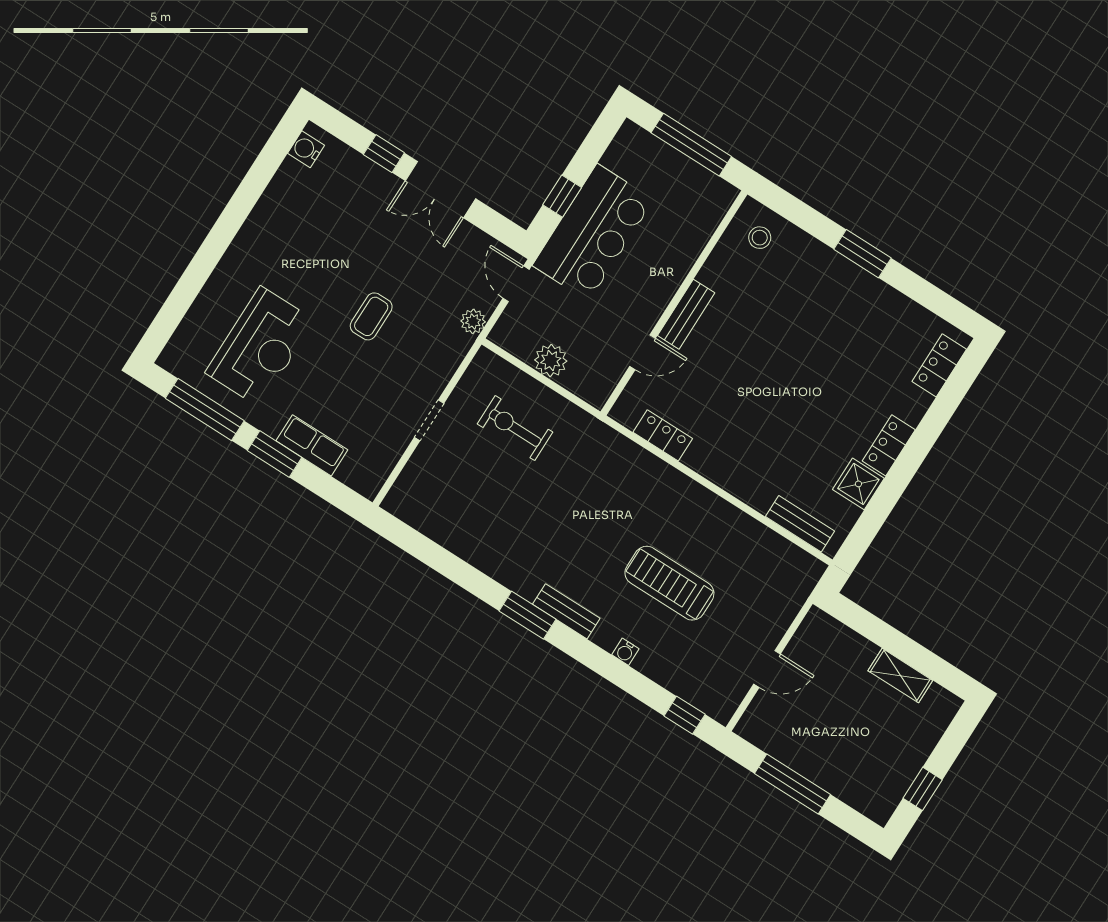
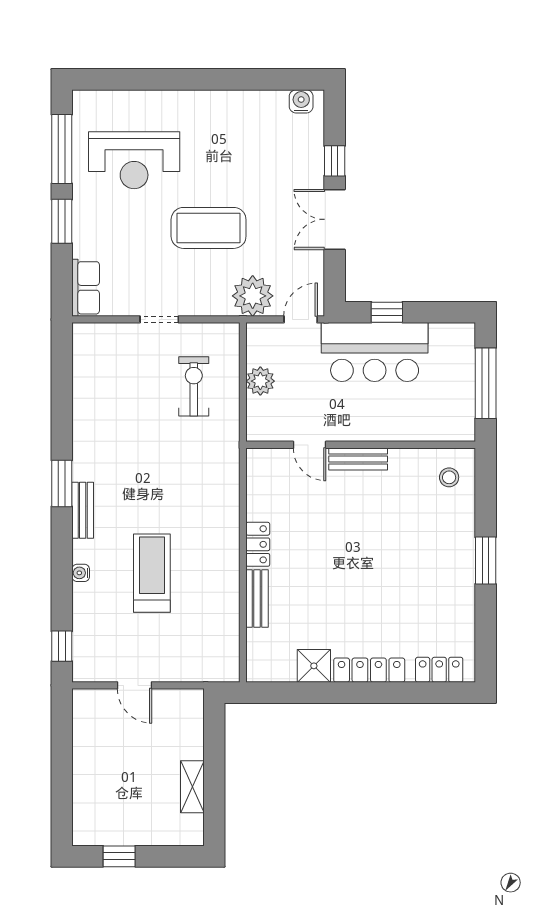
coffee table: (371, 316) -> (209, 228), width x1.86, depth x1.72
plant: (473, 321) -> (253, 296), width x1.87, depth x1.87
locker: (663, 435) -> (258, 544), moved
row of seats: (312, 445) -> (86, 288), moved
locker: (889, 445) -> (369, 670), width x1.53
bench: (800, 524) -> (257, 599), moved
window: (793, 784) -> (62, 758), removed

